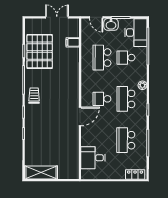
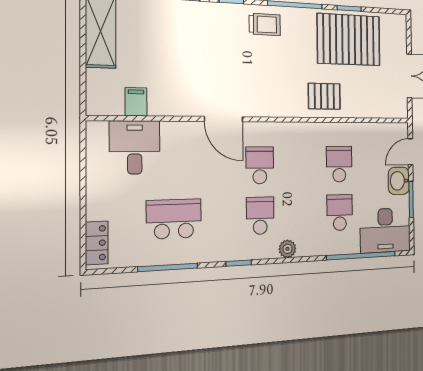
filing cabinet: (73, 42) -> (136, 102), moved
school desk: (102, 58) -> (339, 164), width x0.54
pallet: (68, 65) -> (324, 96), added
school desk: (126, 99) -> (260, 216), width x0.54

